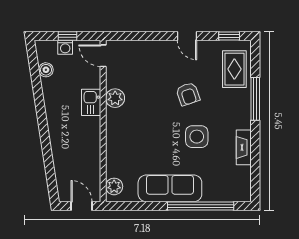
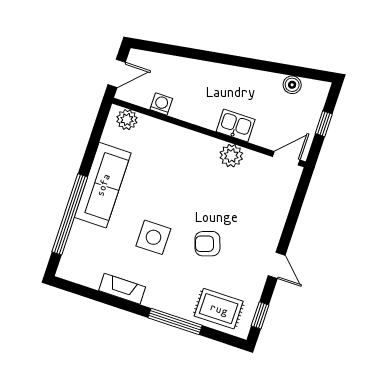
door: (187, 36) -> (277, 265), swing flipped
washing machine: (65, 47) -> (161, 104), moved, turned 90

